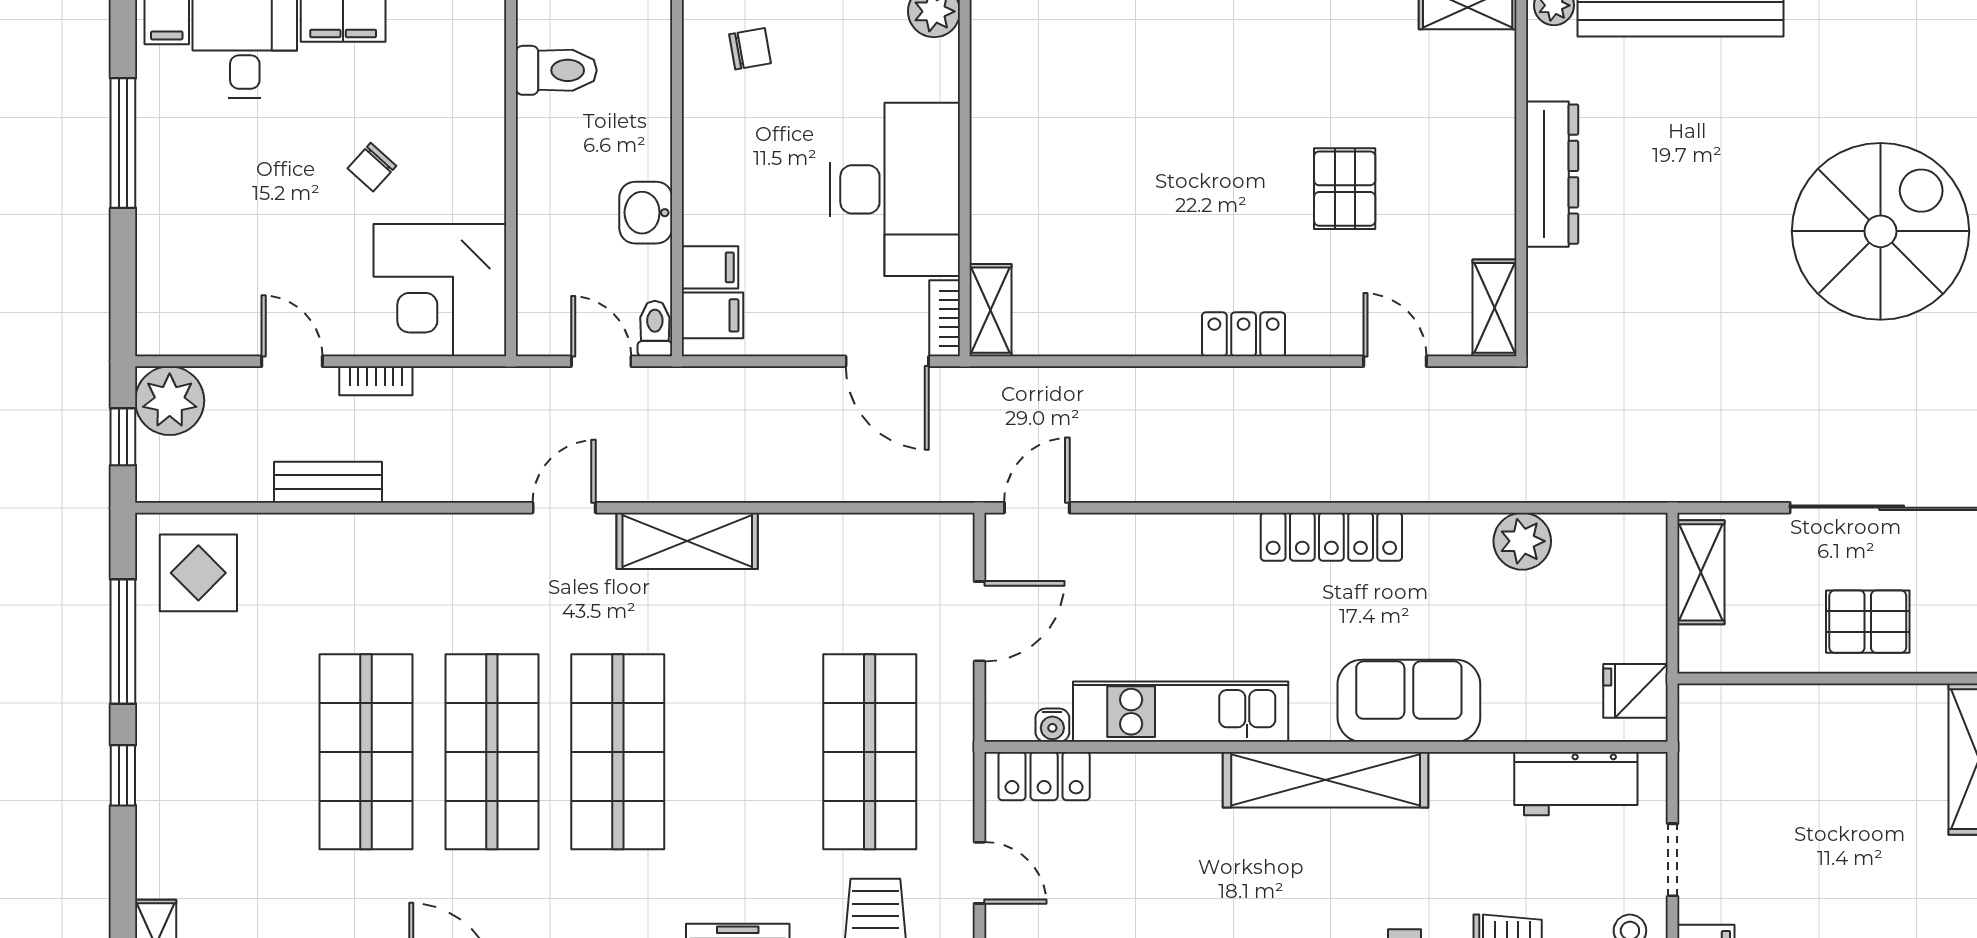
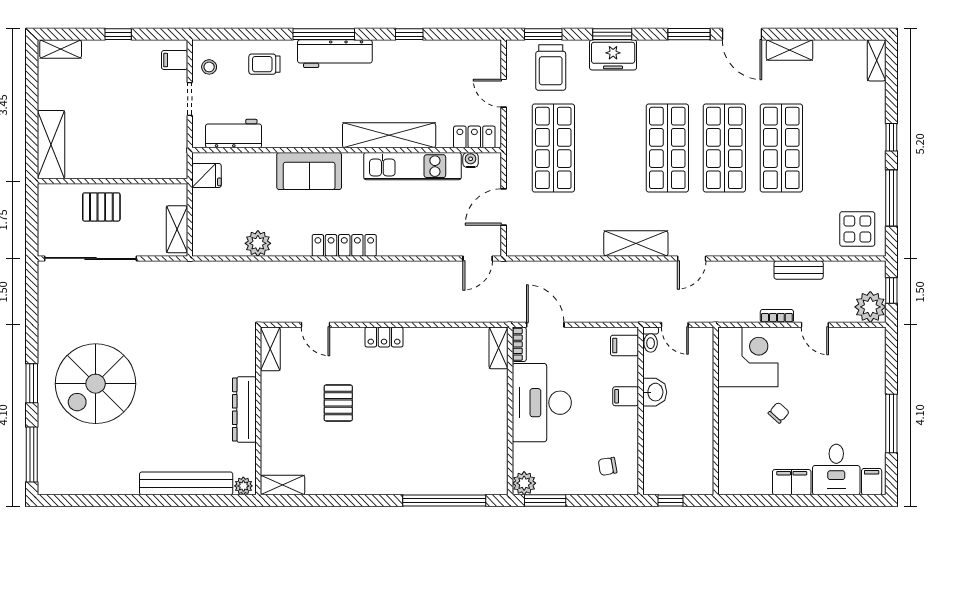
toilet: (556, 70) -> (695, 457), removed
filing cabinet: (710, 267) -> (626, 396), moved
shelving: (1326, 780) -> (389, 135), moved

